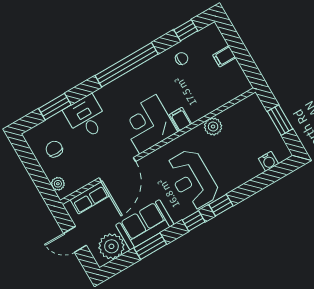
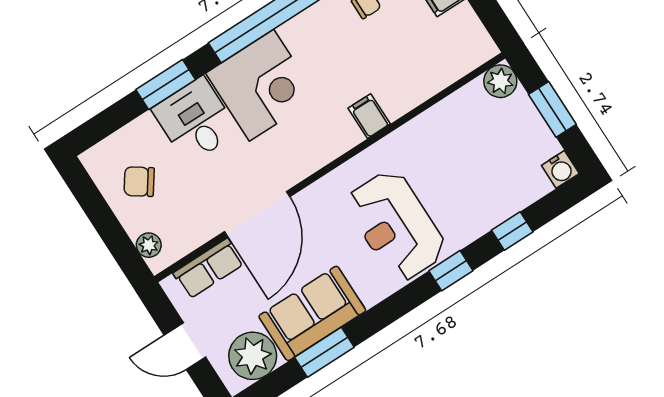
window: (55, 107) -> (166, 85), moved
corner desk: (148, 124) -> (262, 85), moved, turned 180
plant: (213, 127) -> (500, 81), moved
chair: (54, 149) -> (139, 182), turned -55
water cooler: (268, 161) -> (560, 169), moved
window: (194, 221) -> (512, 231), moved

